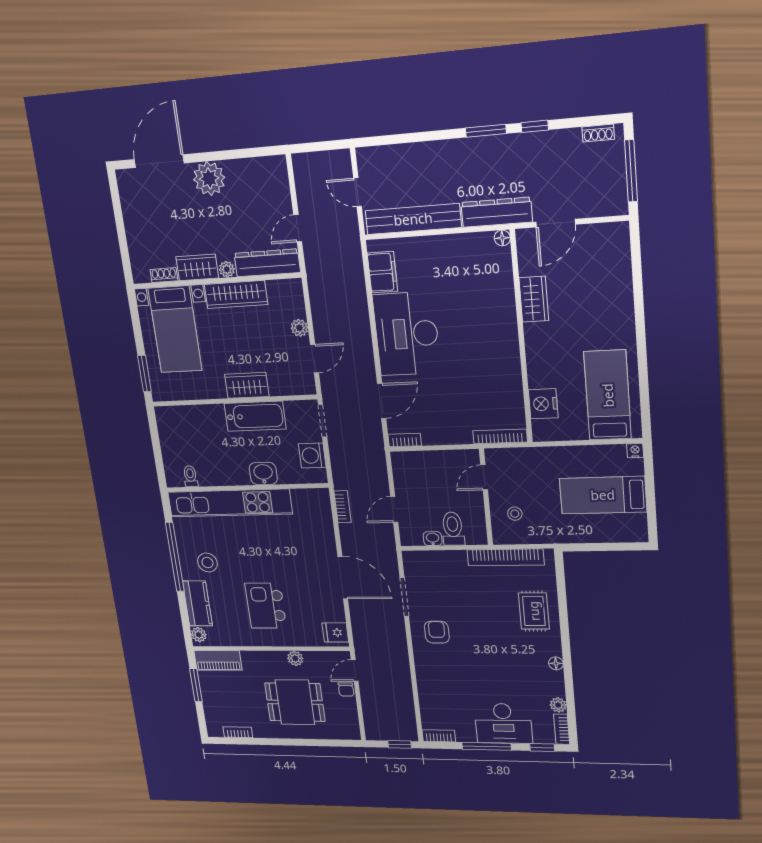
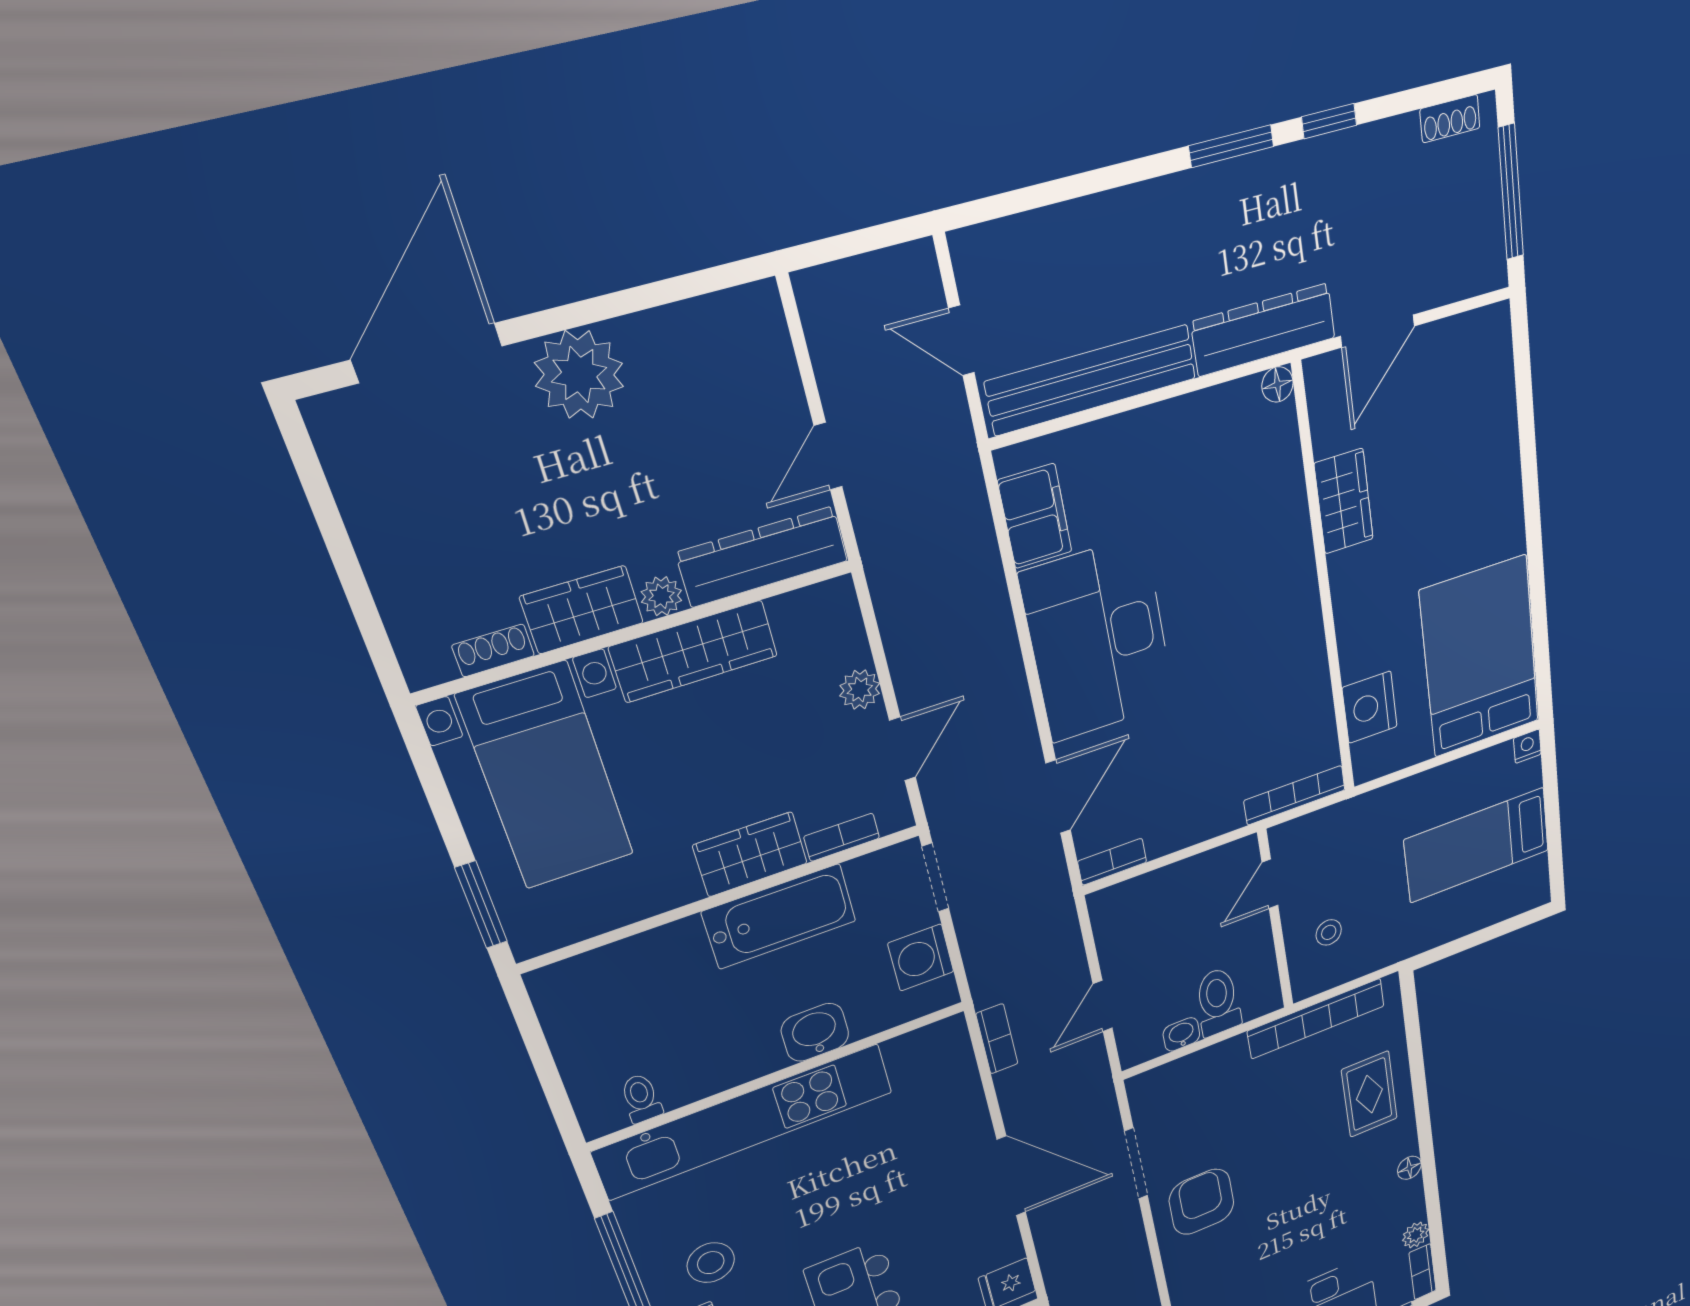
bookcase: (285, 390) -> (842, 837), added
bed: (608, 395) -> (1480, 657), width x1.50
armchair: (437, 632) -> (1202, 1202), width x1.38, depth x1.38

